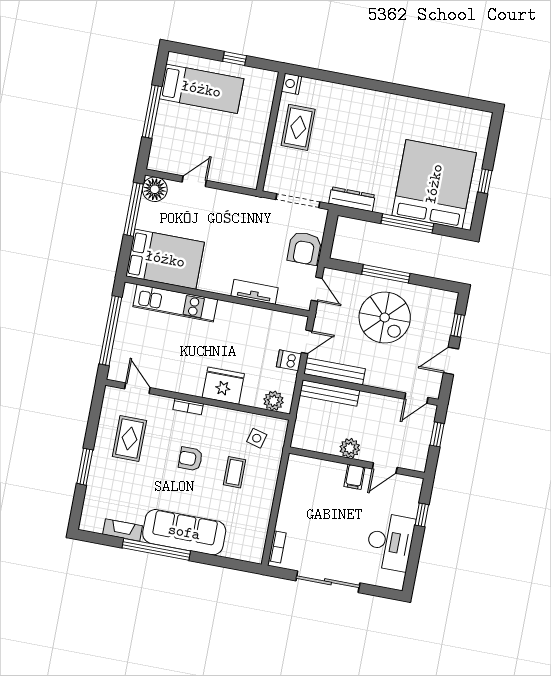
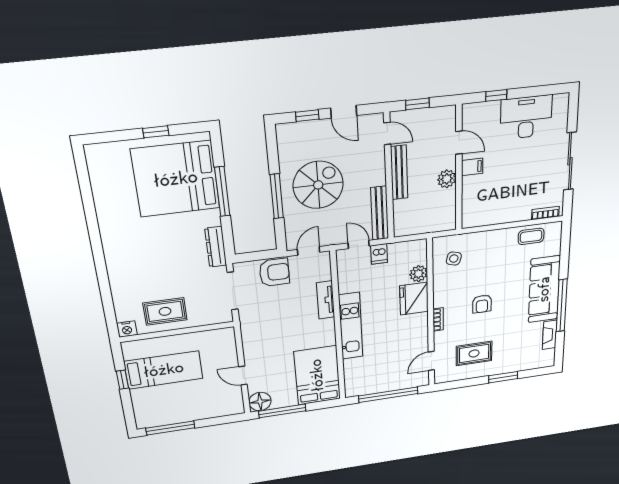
bed: (201, 89) -> (164, 370), moved, turned 90
window: (152, 112) -> (170, 428), moved
kitchen unit: (175, 303) -> (351, 326), moved
bench: (330, 393) -> (399, 172), moved
plant: (274, 401) -> (418, 274), moved
coffee table: (235, 472) -> (531, 236), moved

